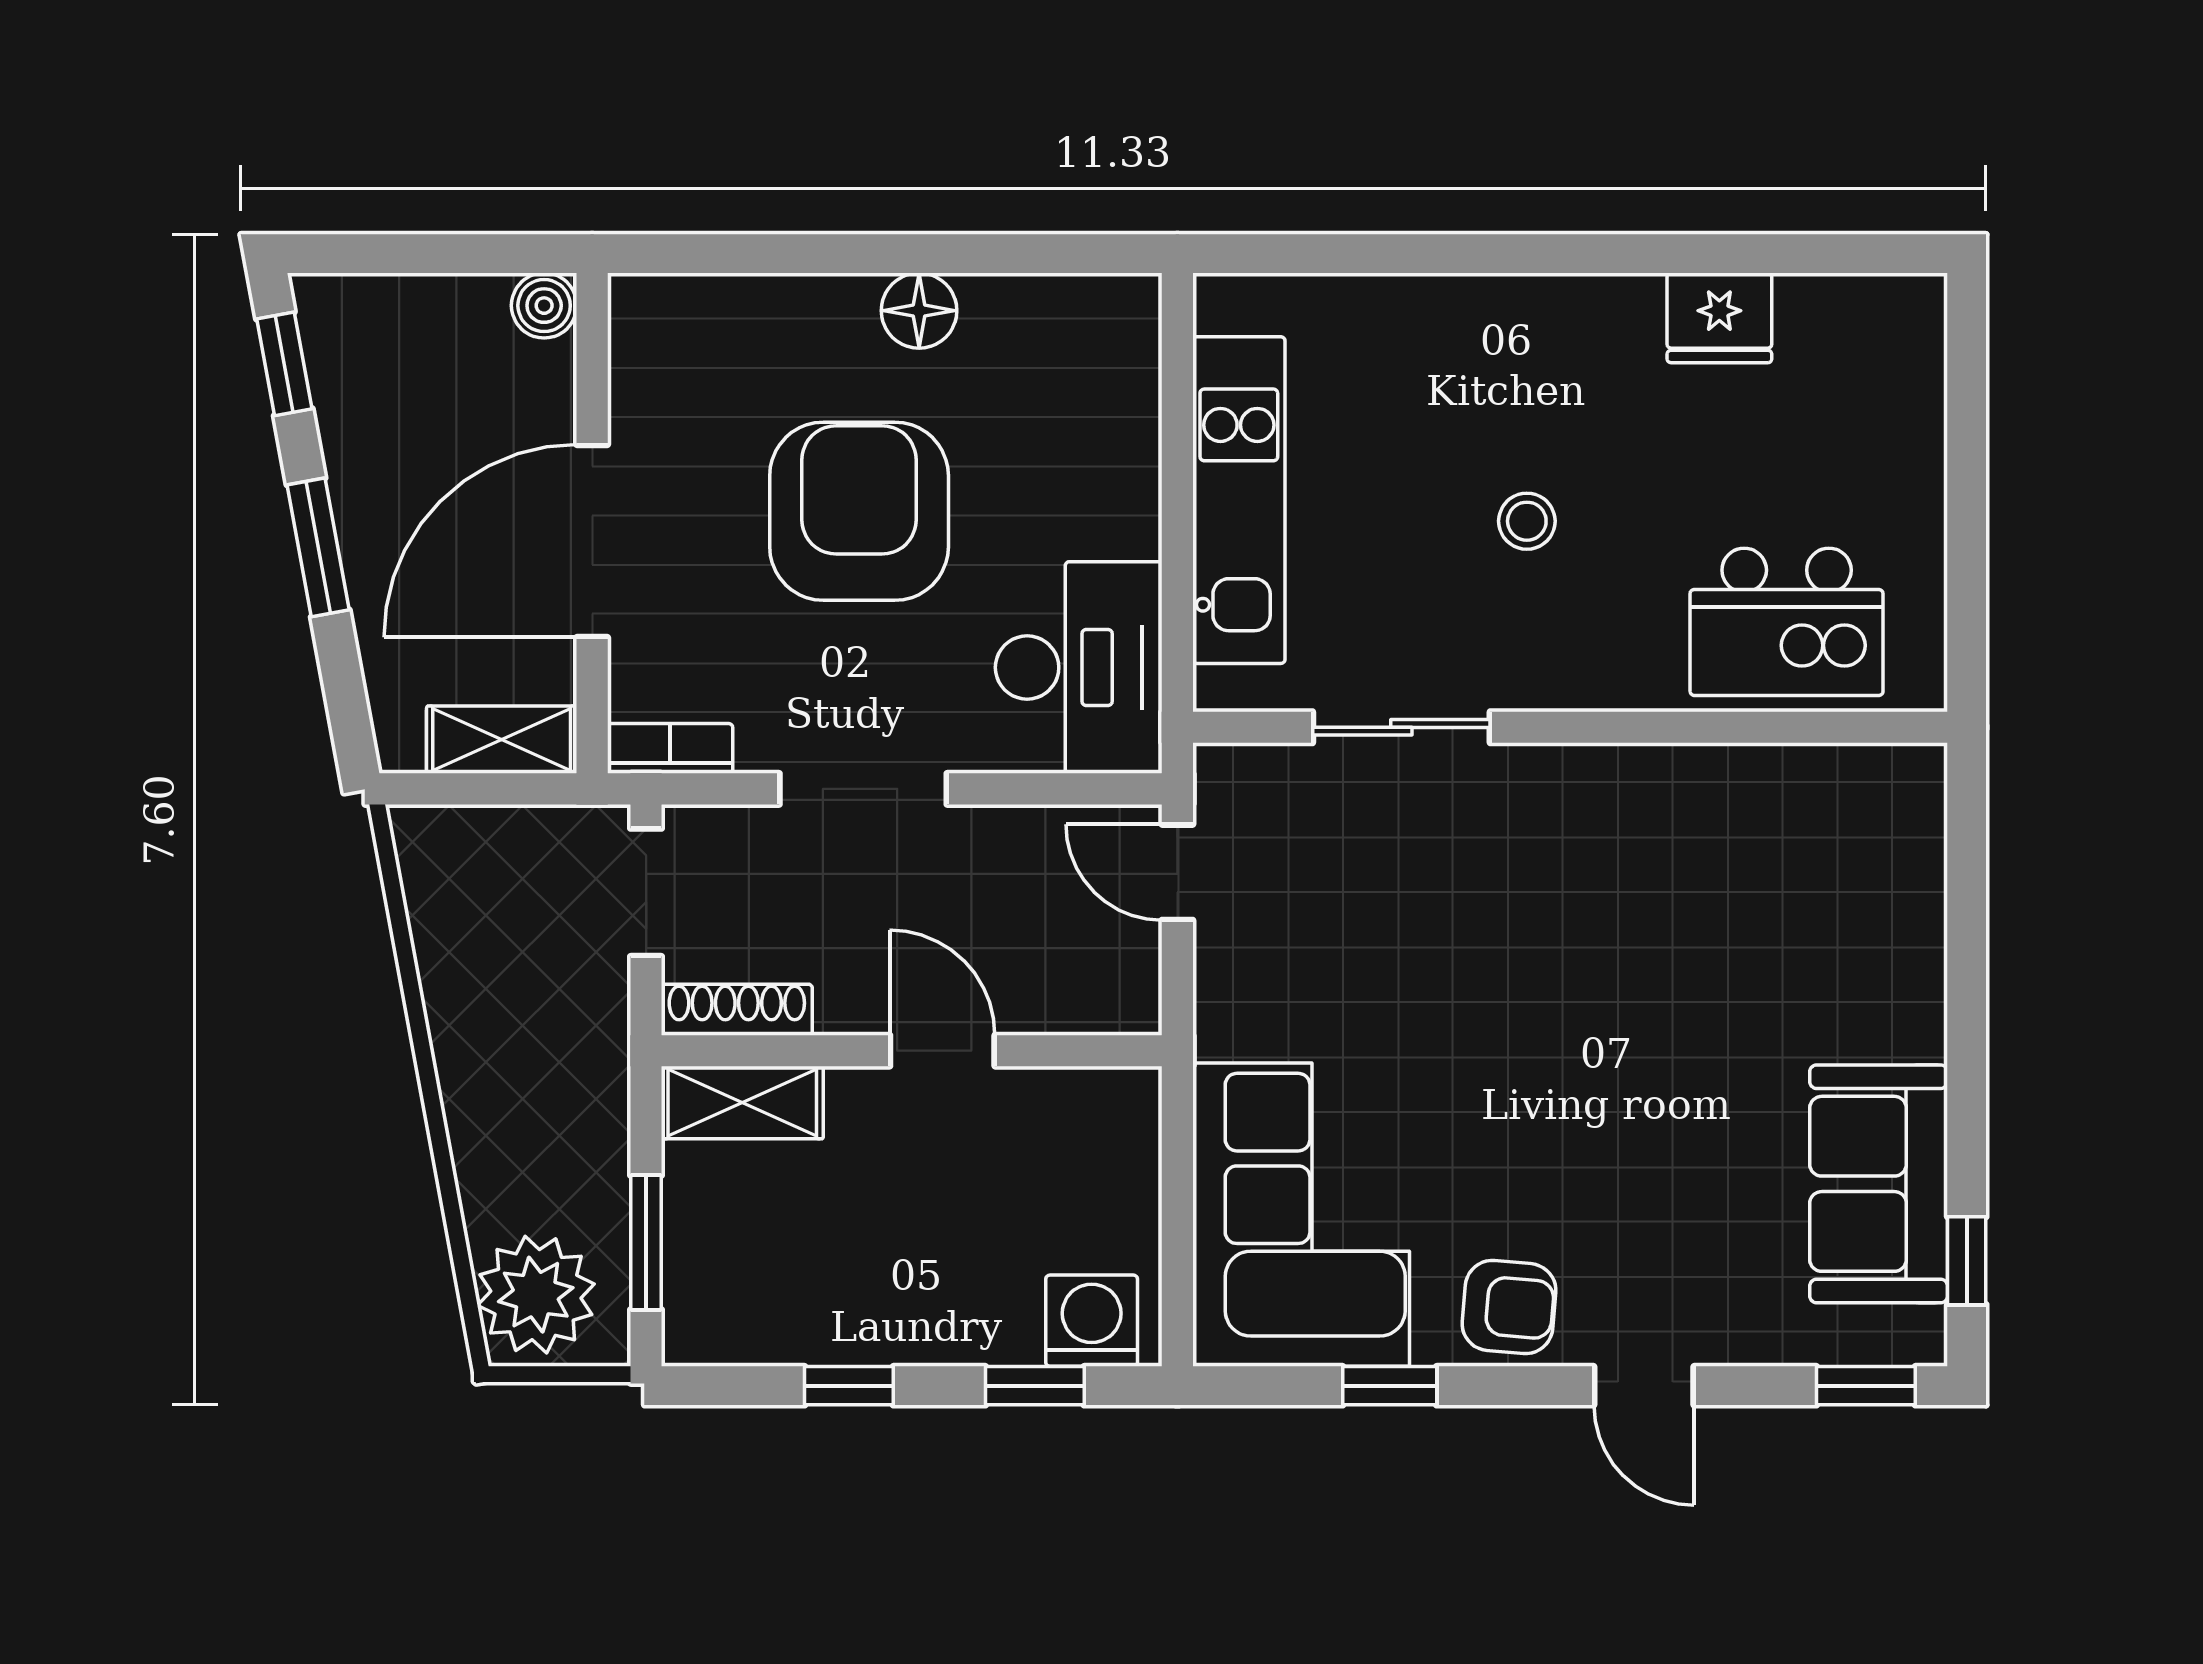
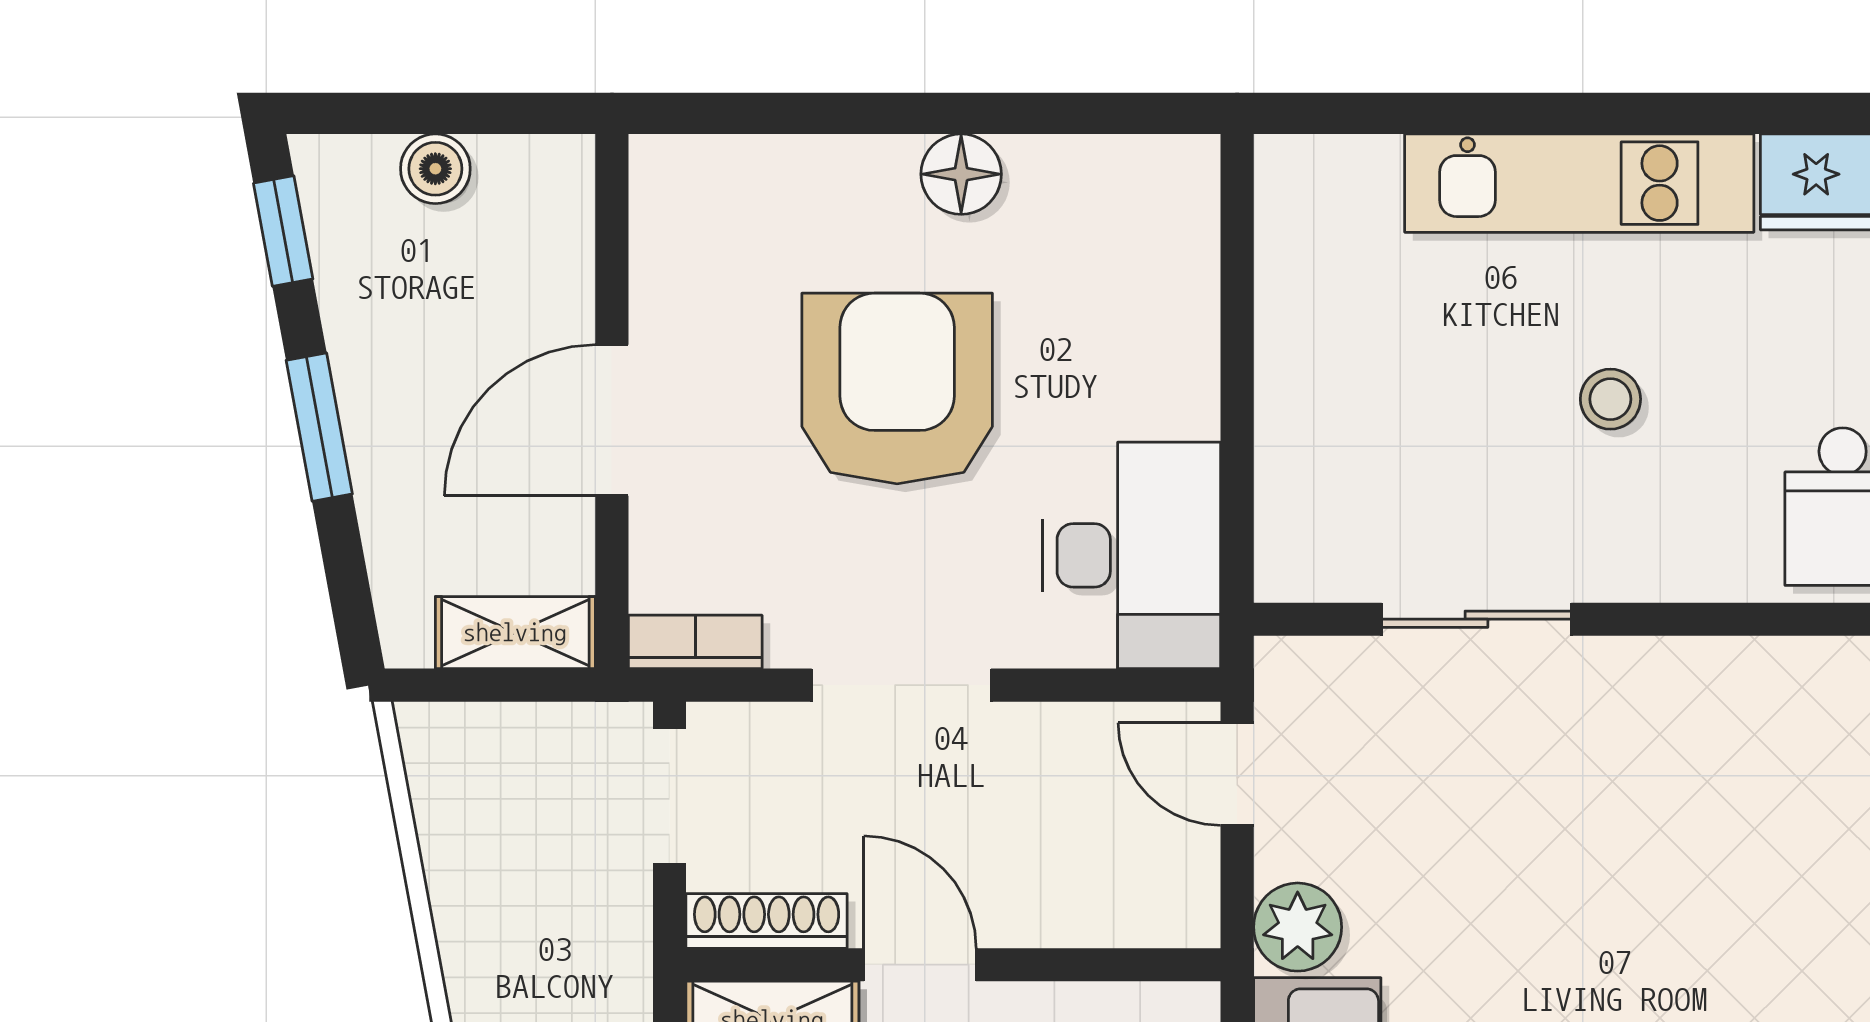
boiler: (544, 306) -> (435, 169), moved
kitchen unit: (1239, 500) -> (1579, 183), moved, turned 90
door: (592, 541) -> (612, 420), width x0.73
plant: (1234, 1015) -> (1298, 927), added
door: (942, 1051) -> (920, 965), moved

